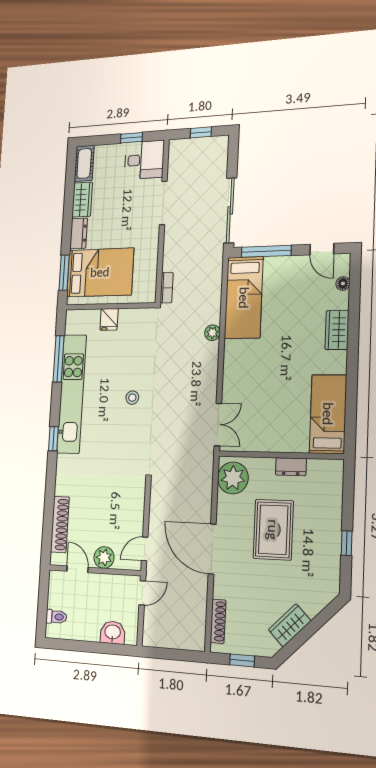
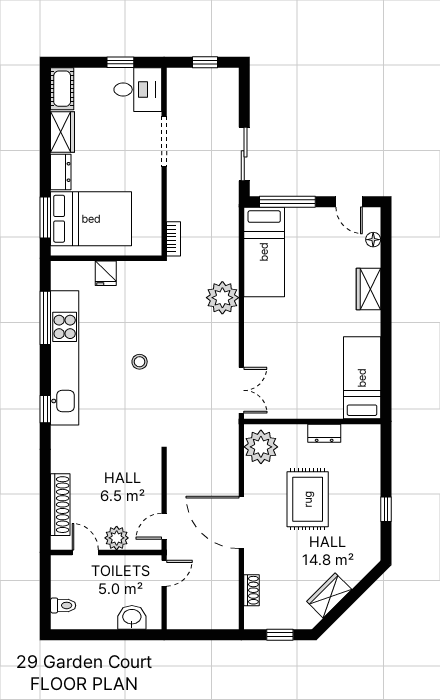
sliding door: (230, 210) -> (244, 154), width x0.73
plant: (212, 333) -> (222, 298), width x1.87, depth x1.87
shoe rack: (218, 621) -> (252, 590), width x0.70

